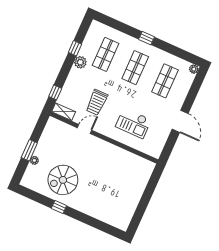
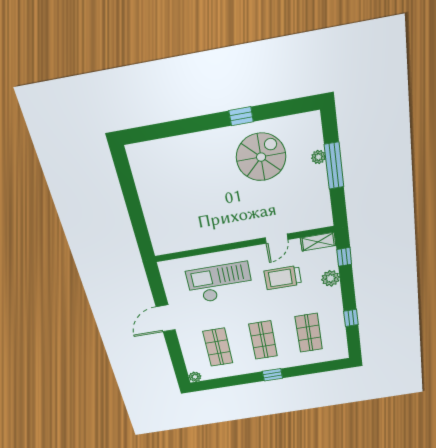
plant: (80, 62) -> (331, 278), moved
trolley: (97, 102) -> (283, 278), turned -90
door: (180, 121) -> (166, 318), hinge flipped
checkout: (133, 123) -> (220, 283), width x1.36, depth x1.21
window: (29, 150) -> (334, 166), width x1.44

